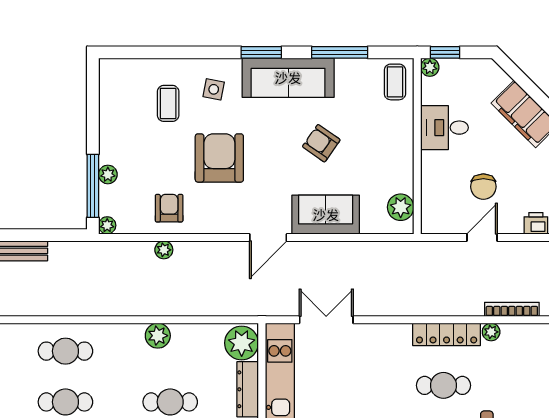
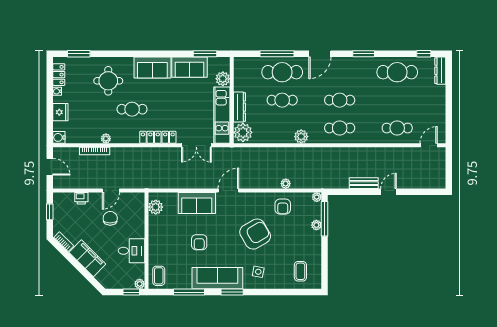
coffee table: (168, 103) -> (300, 271), moved
armchair: (321, 143) -> (199, 242), turned 55
armchair: (219, 158) -> (255, 234), turned -120
locker: (447, 334) -> (158, 137), moved
plant: (158, 336) -> (301, 137), moved

